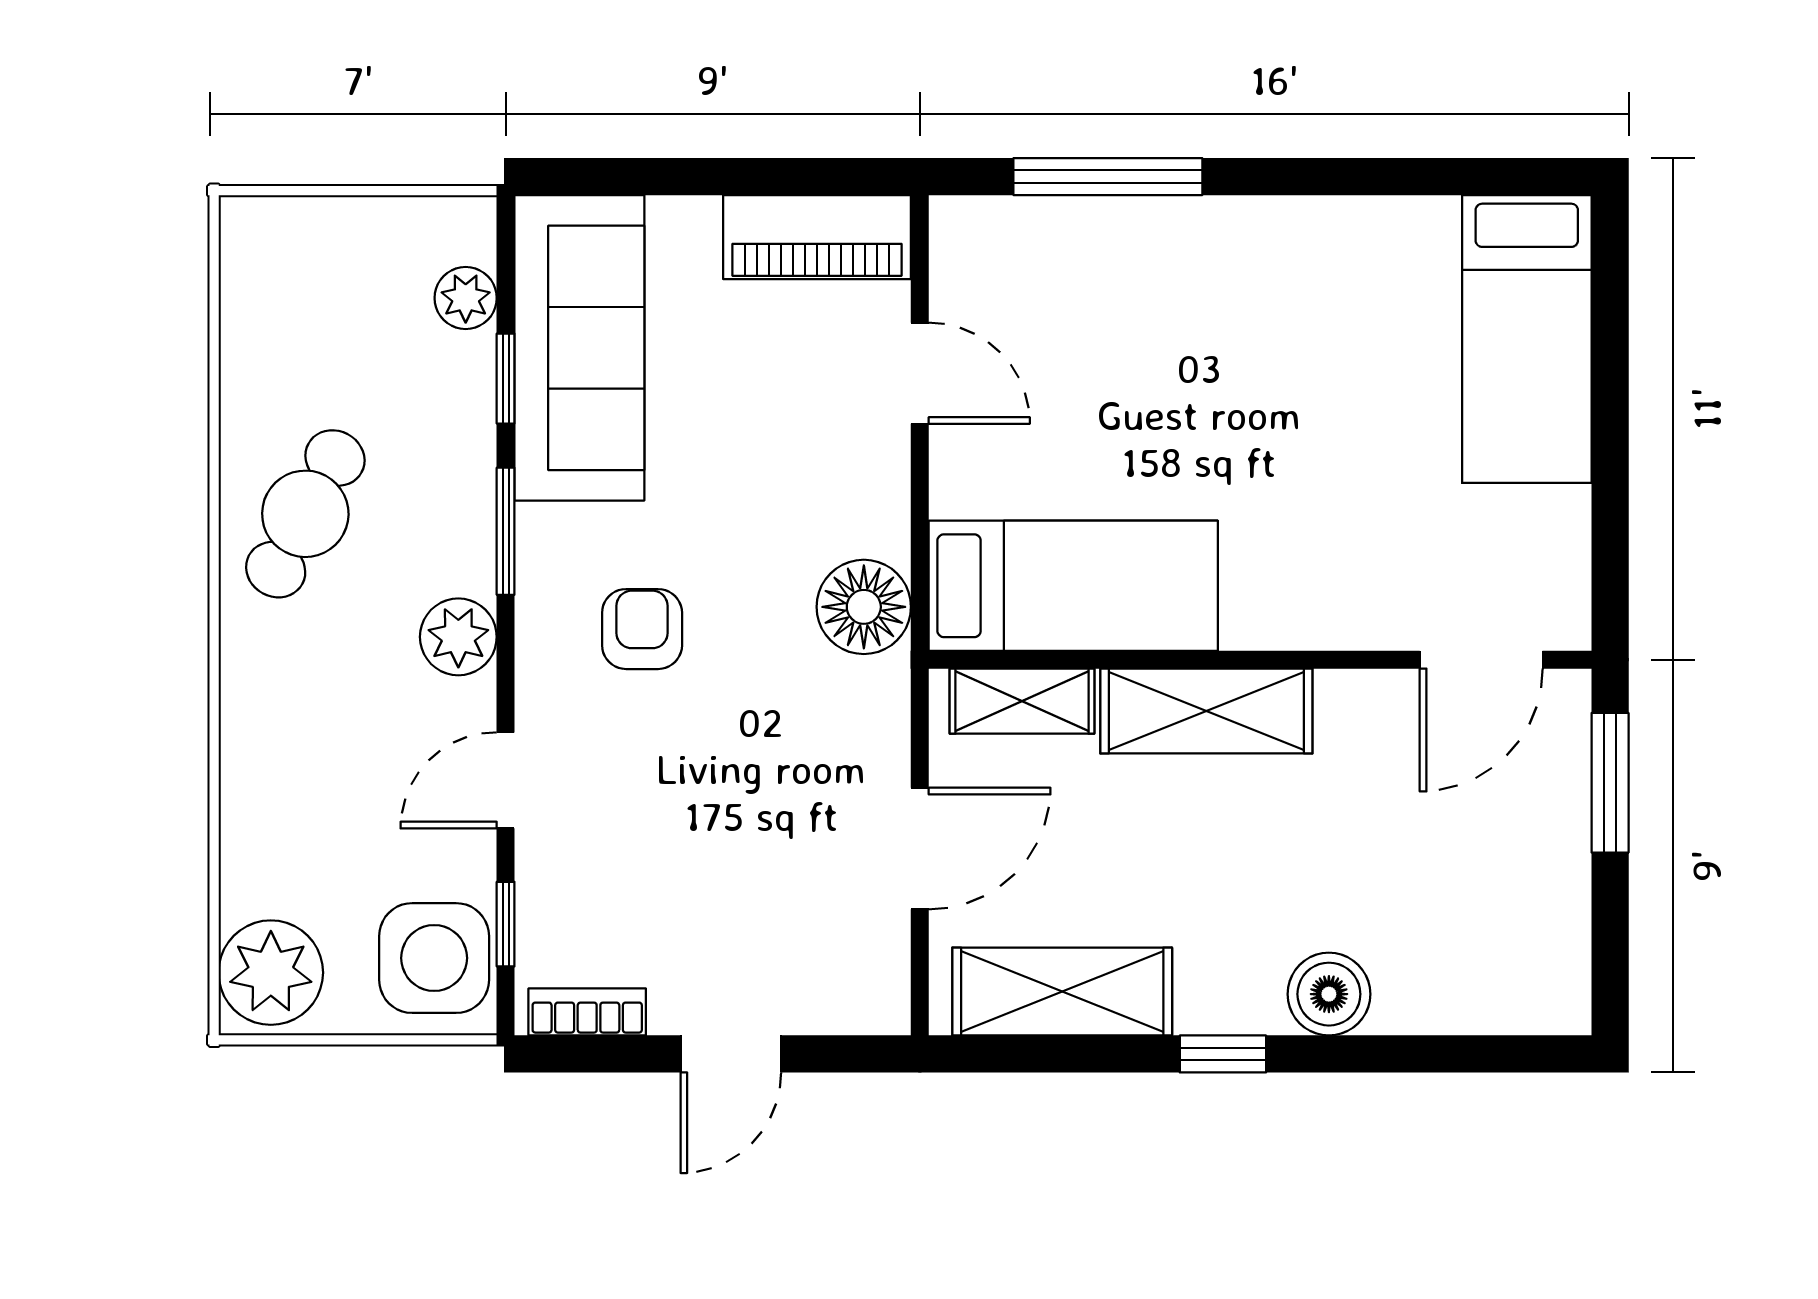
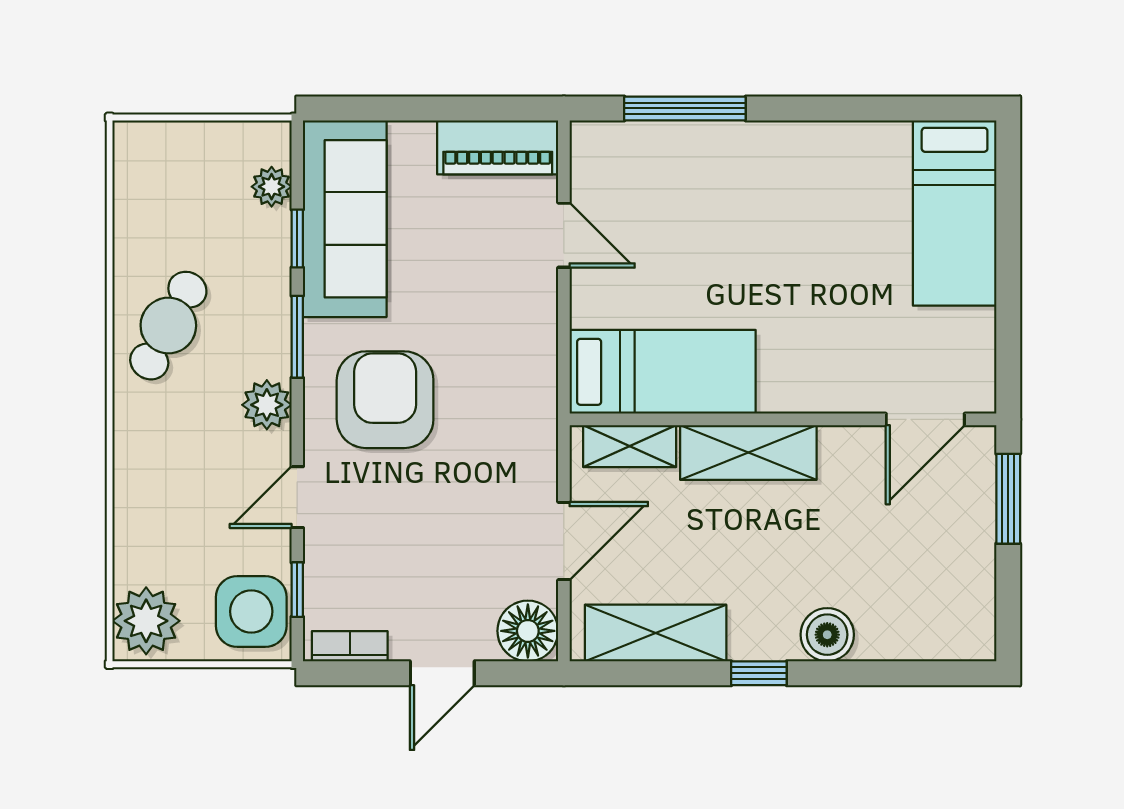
floor lamp: (864, 607) -> (528, 631), moved
armchair: (642, 629) -> (385, 400), width x1.88, depth x1.88

